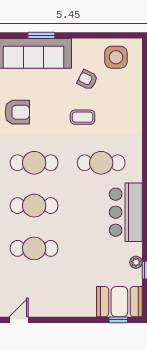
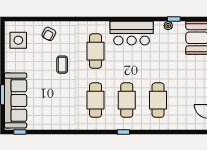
armchair: (87, 80) -> (49, 34), moved
armchair: (17, 112) -> (59, 112), removed

